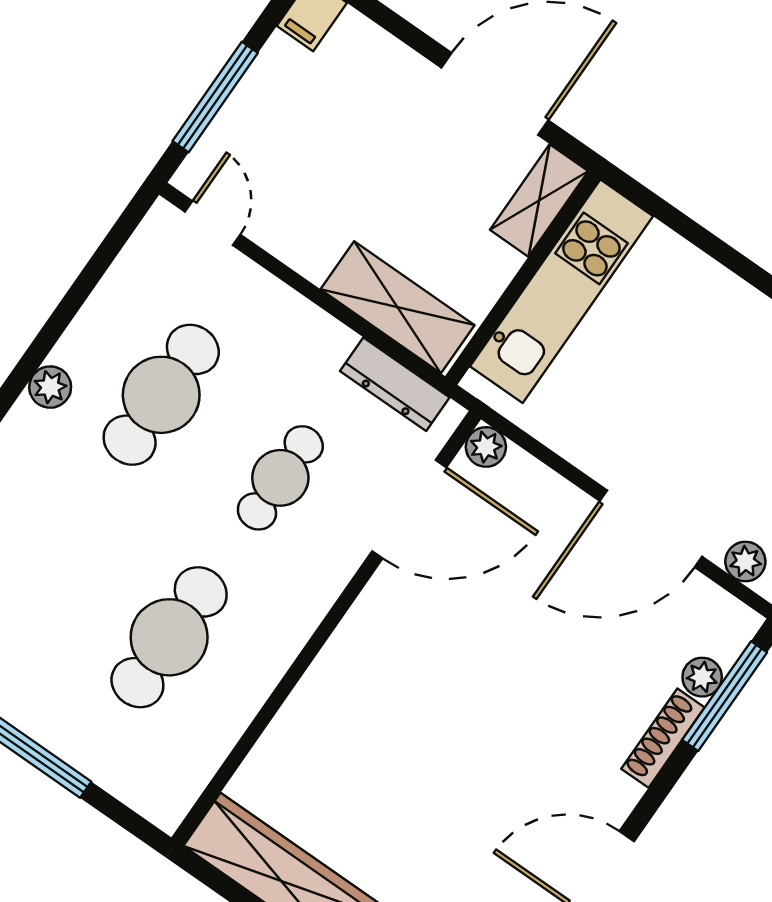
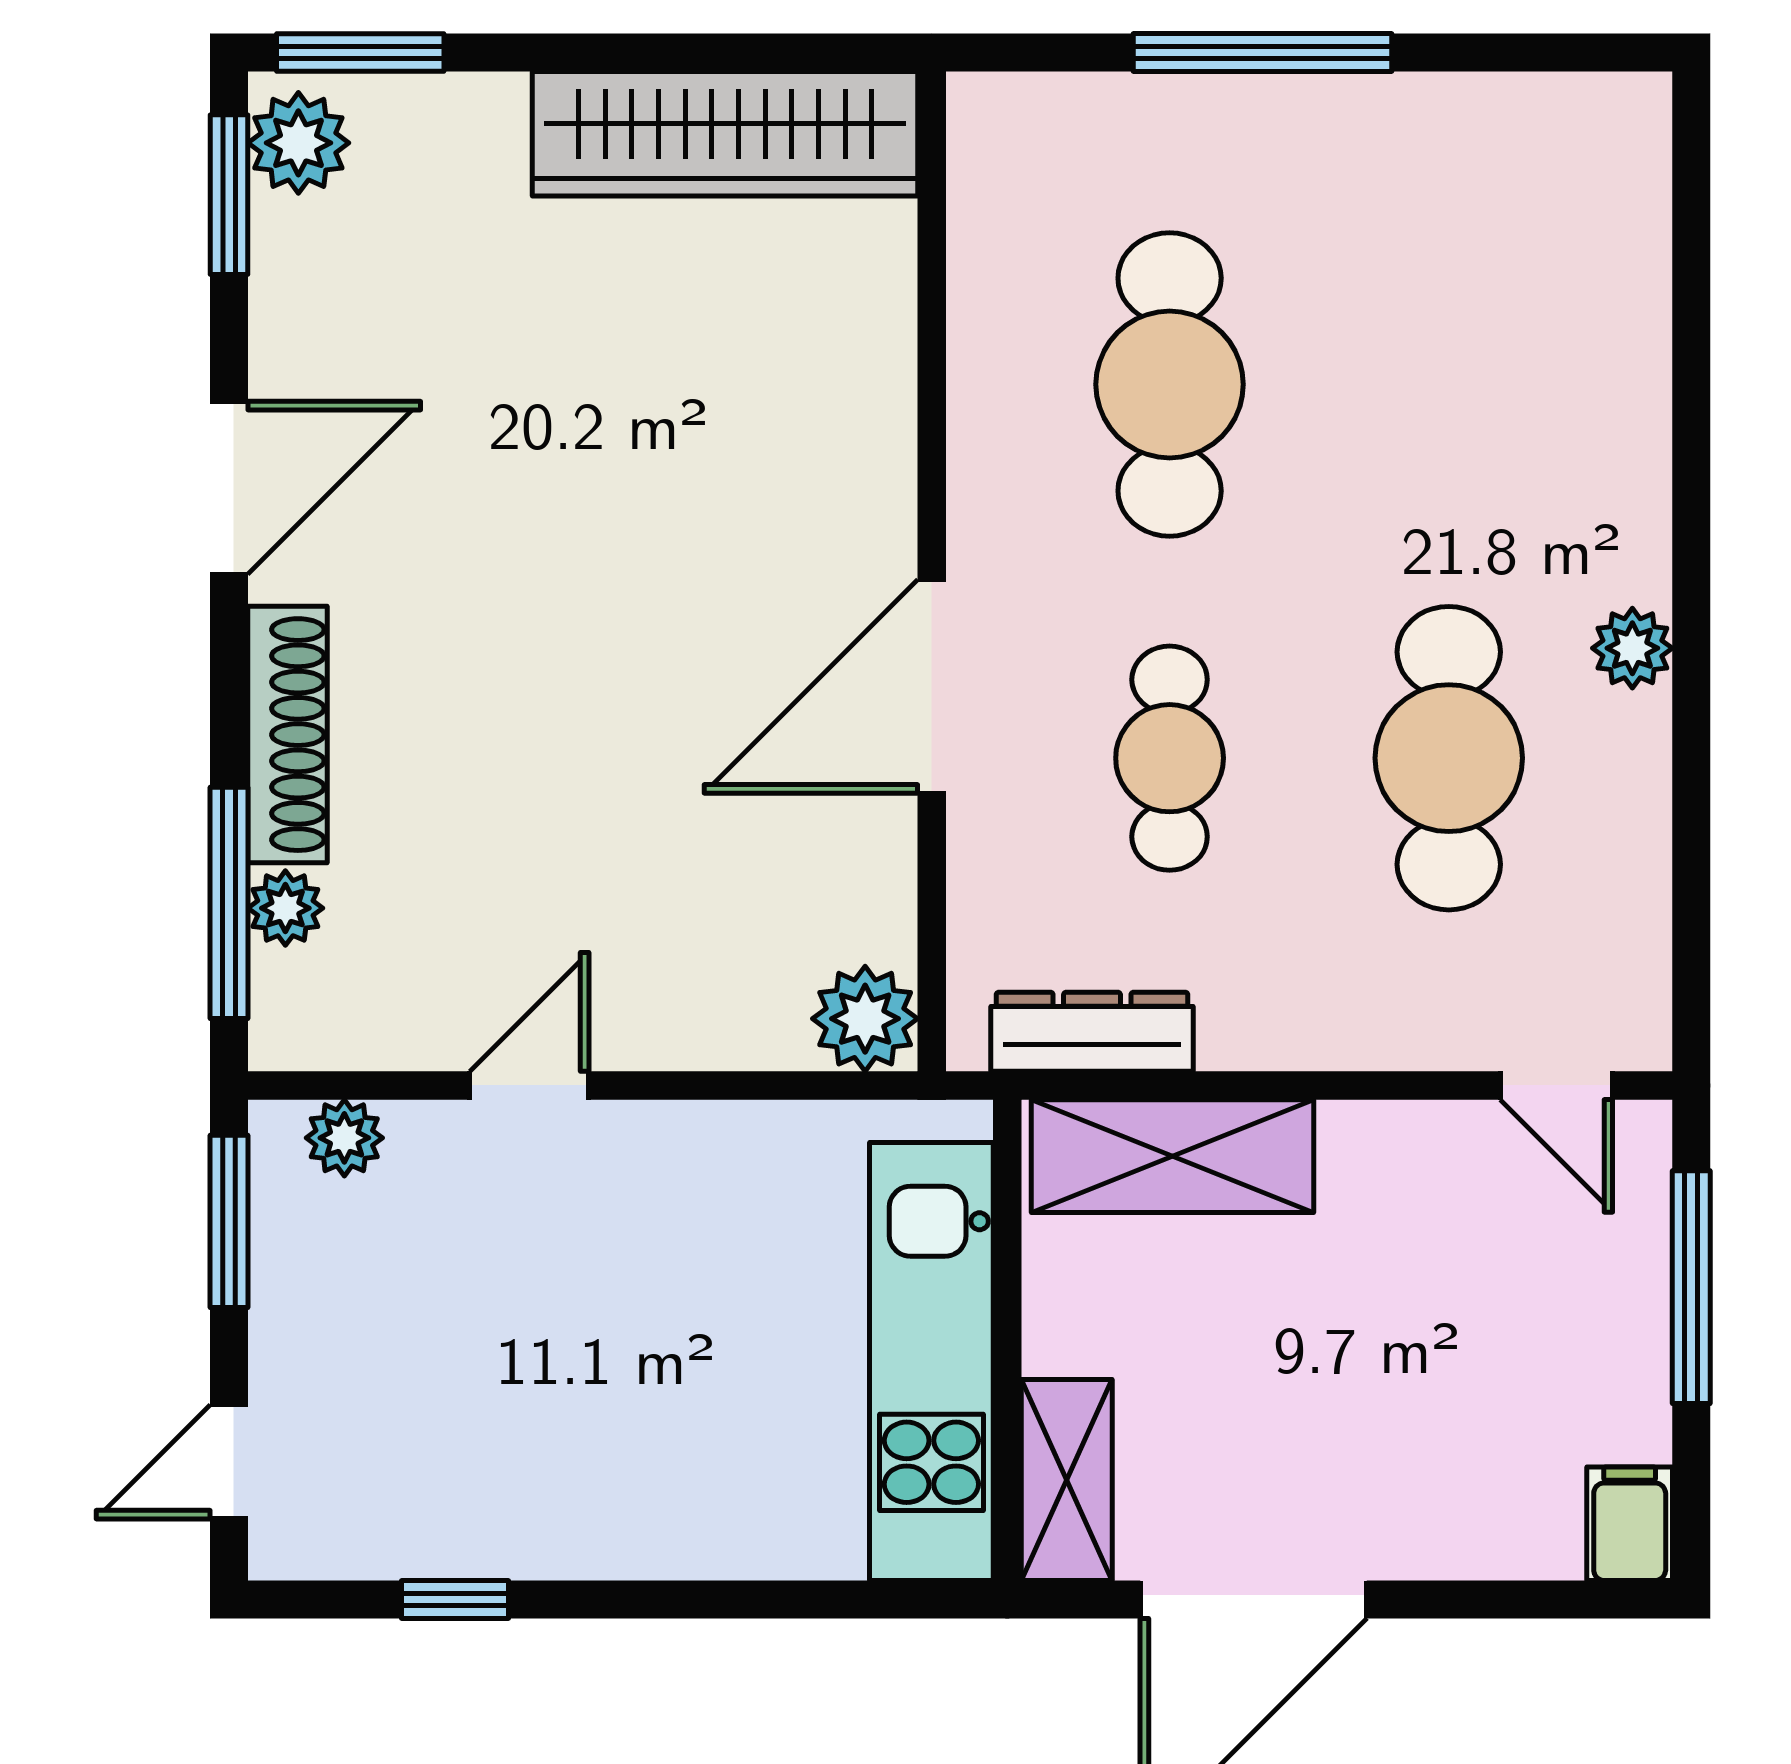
plant: (486, 447) -> (865, 1019), width x1.38, depth x1.38
door: (409, 509) -> (932, 686), moved
door: (651, 529) -> (529, 1085), width x0.53
shoe rack: (663, 738) -> (288, 735), width x1.36, depth x1.24

